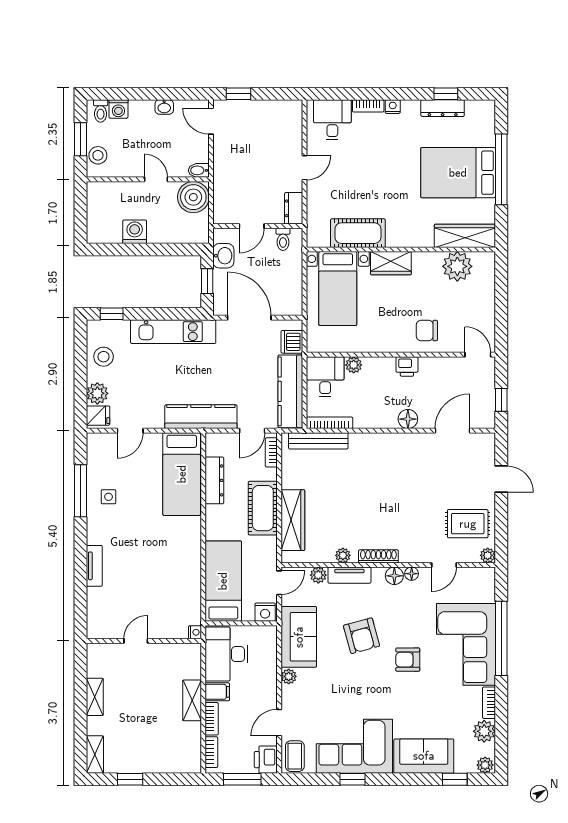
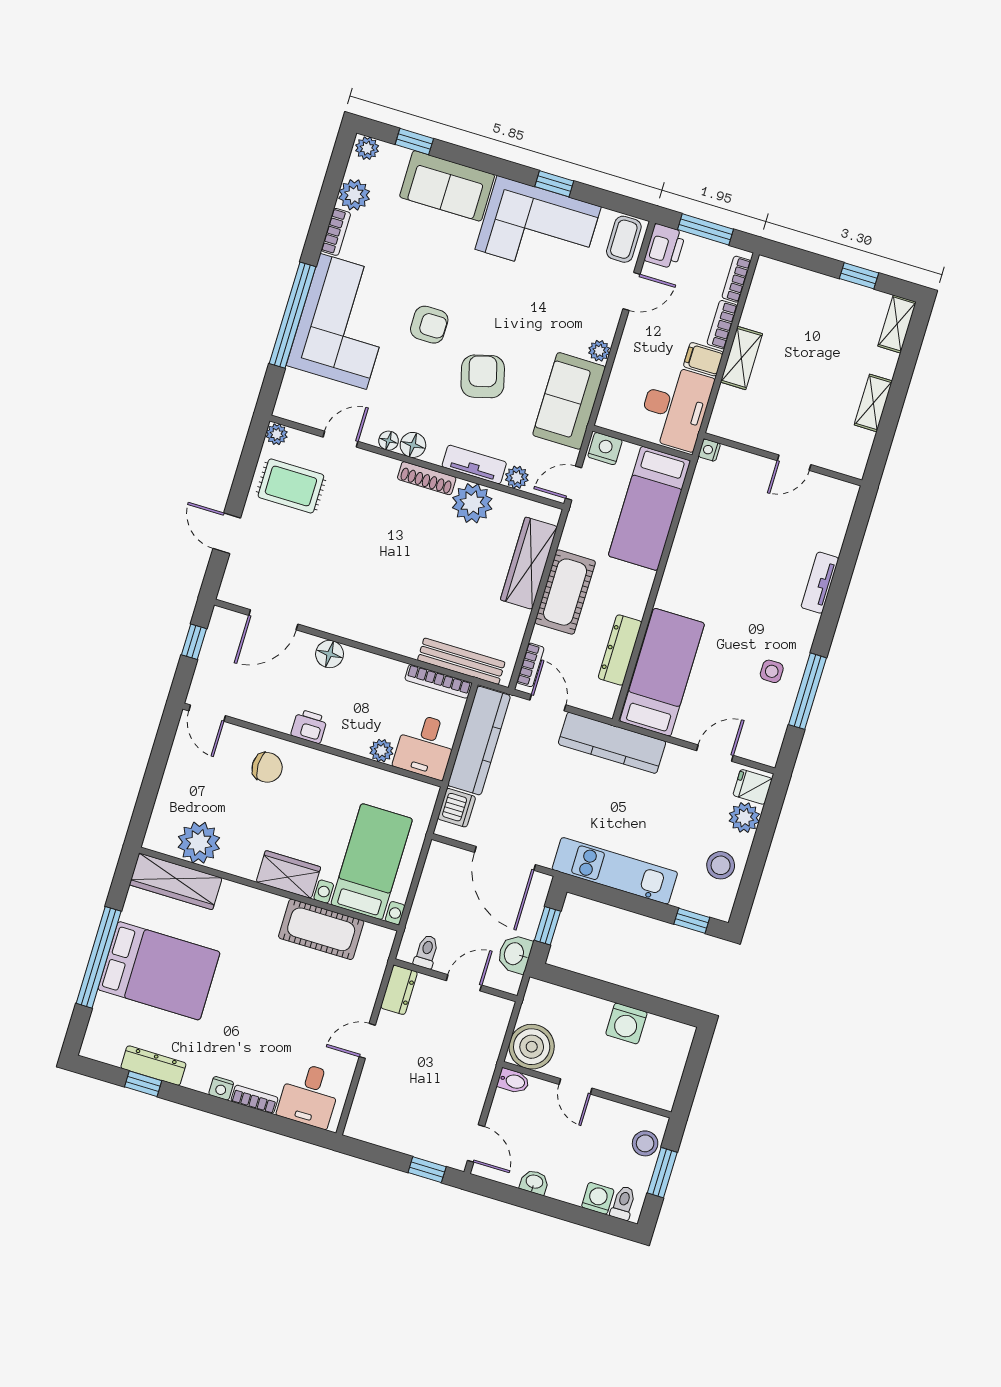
door: (252, 431) -> (548, 703), hinge flipped
plant: (343, 555) -> (472, 503), width x1.87, depth x1.87

